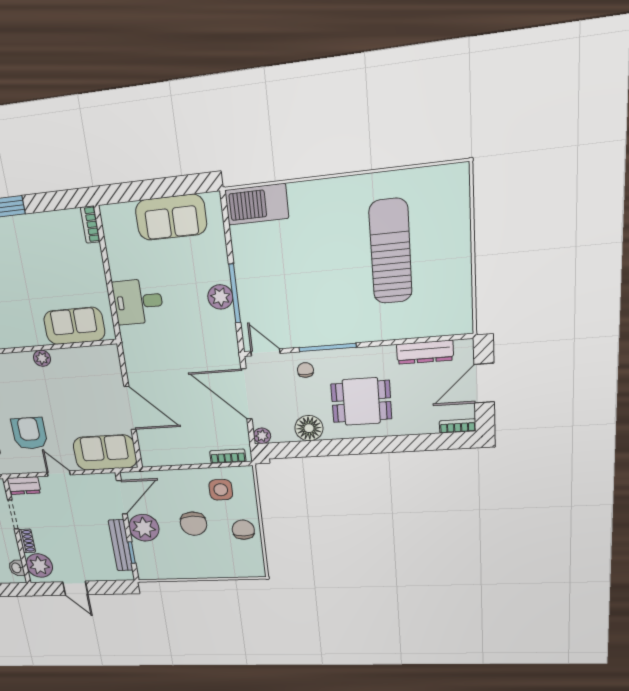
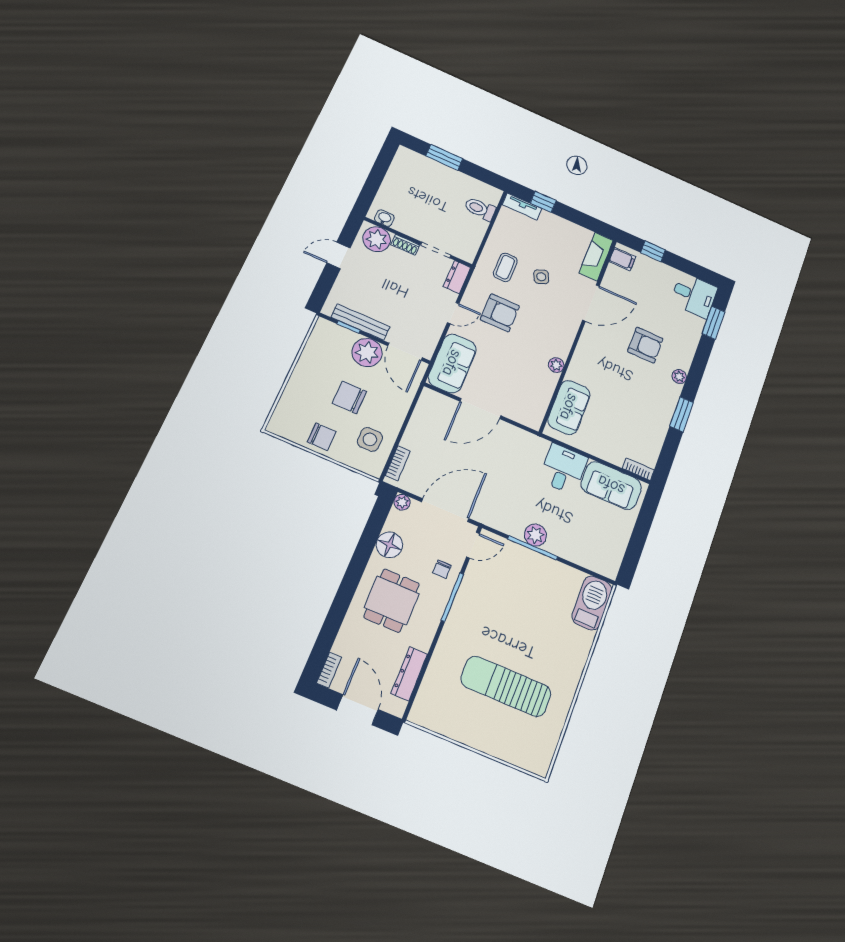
sofa: (171, 217) -> (611, 485), moved, turned -90
sun lounger: (391, 252) -> (506, 686), turned 180
chair: (305, 370) -> (442, 569), turned 90

